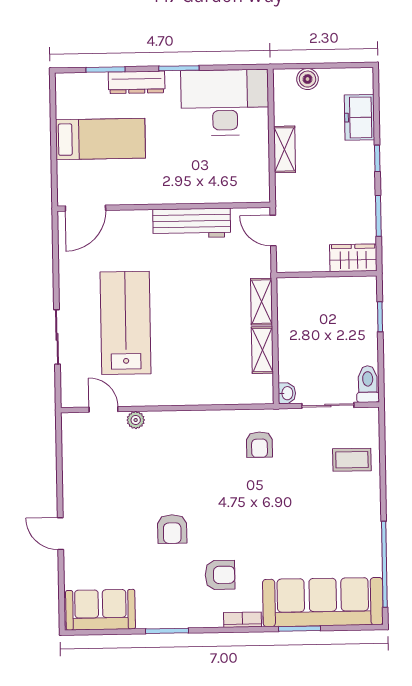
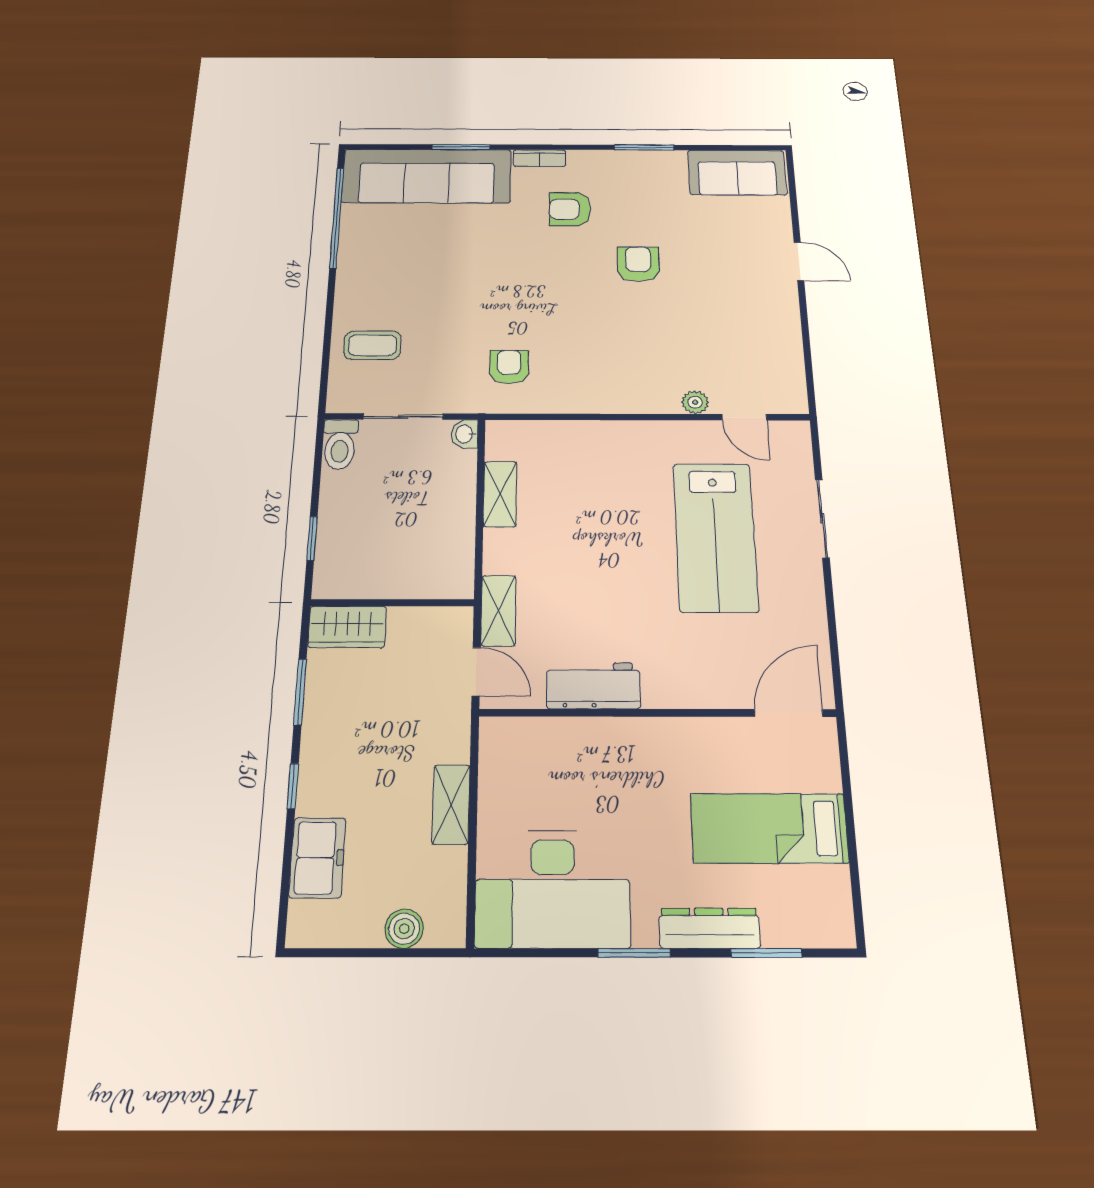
workbench: (192, 223) -> (593, 686), width x0.73
shelving: (262, 302) -> (498, 611), moved

